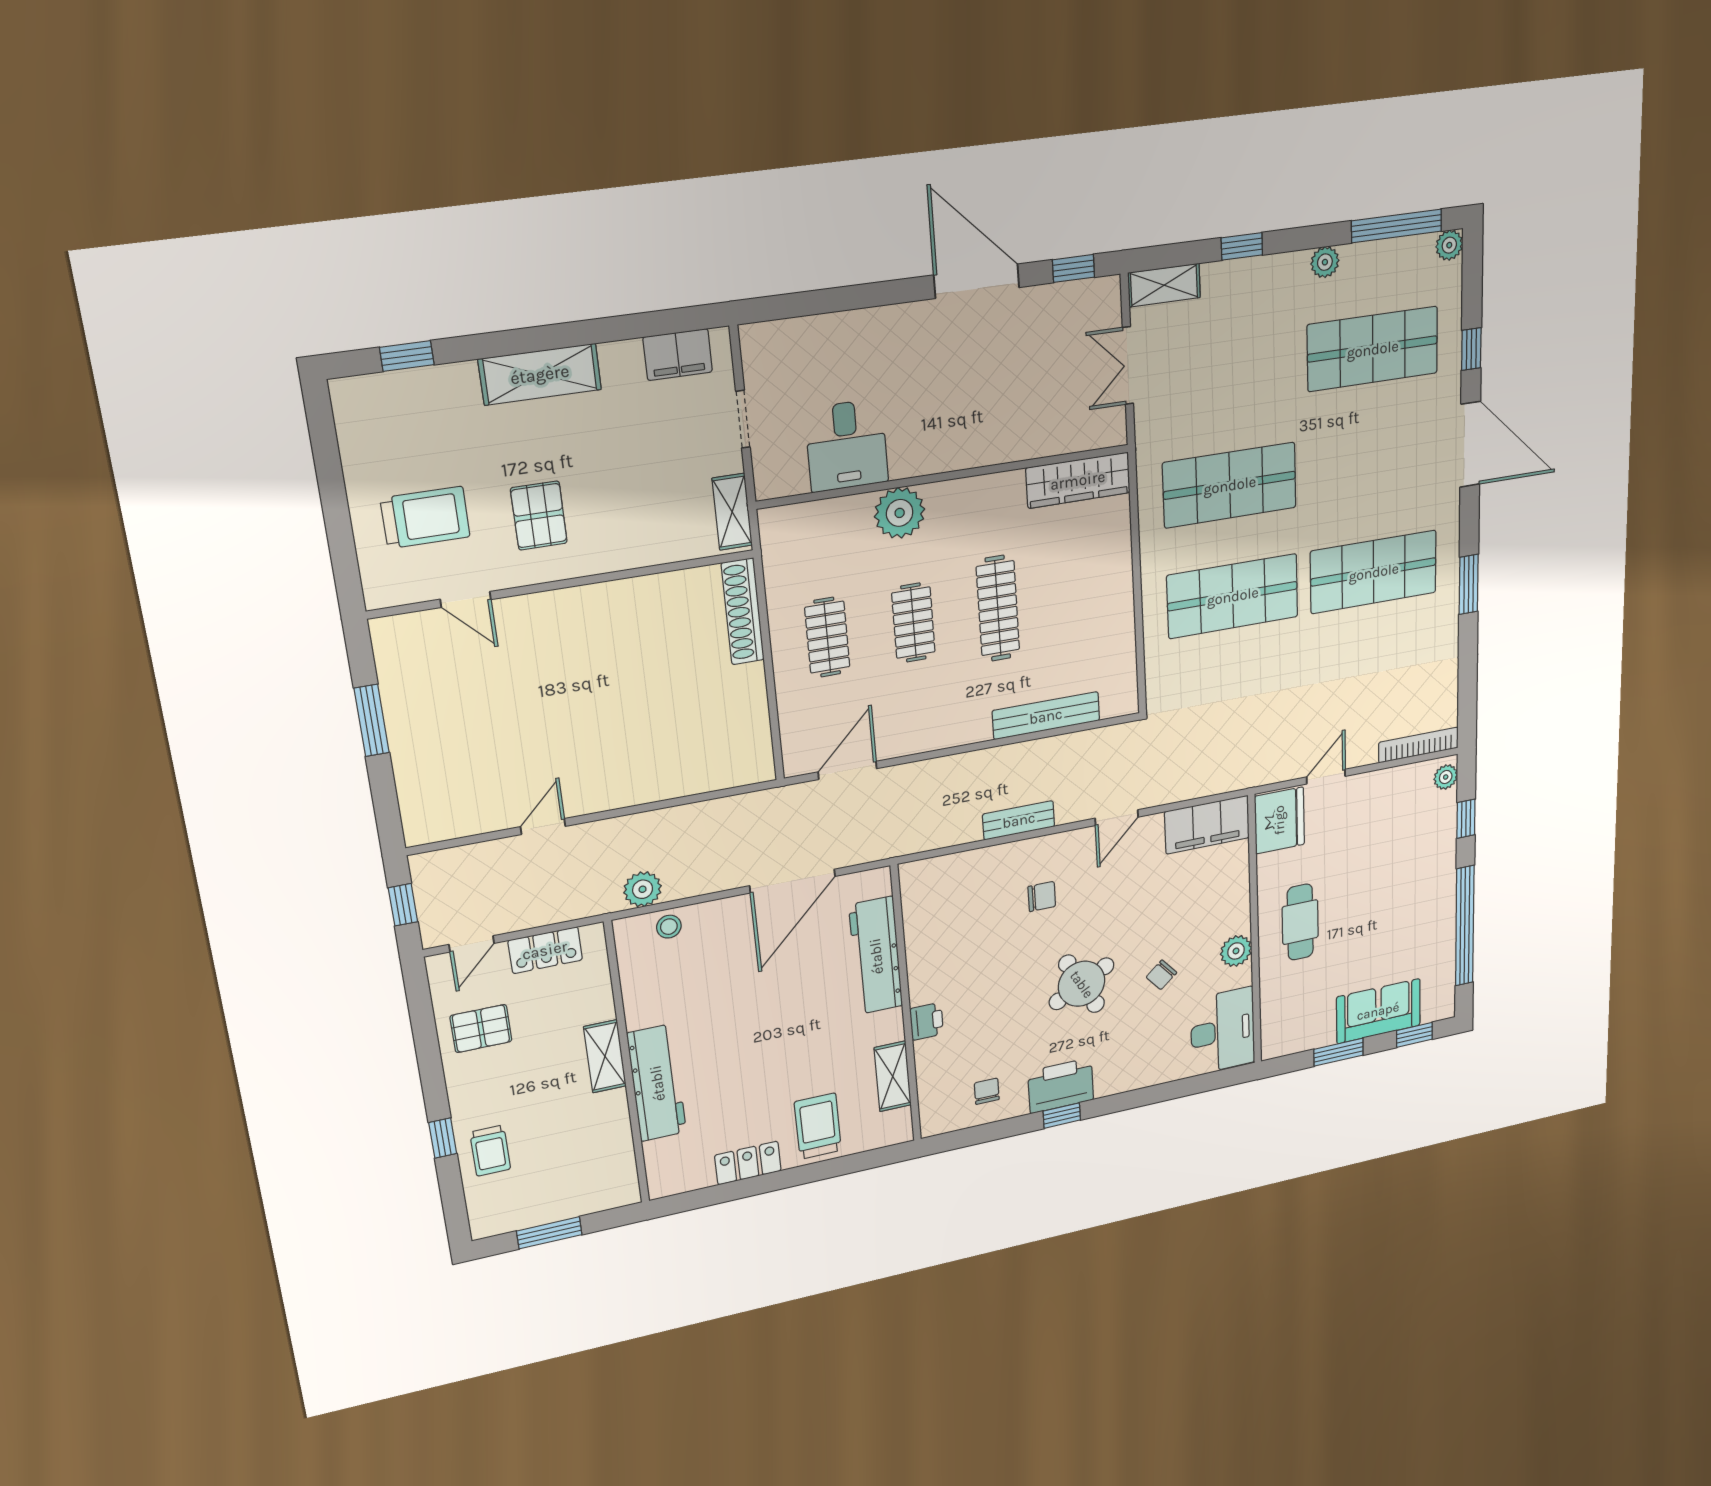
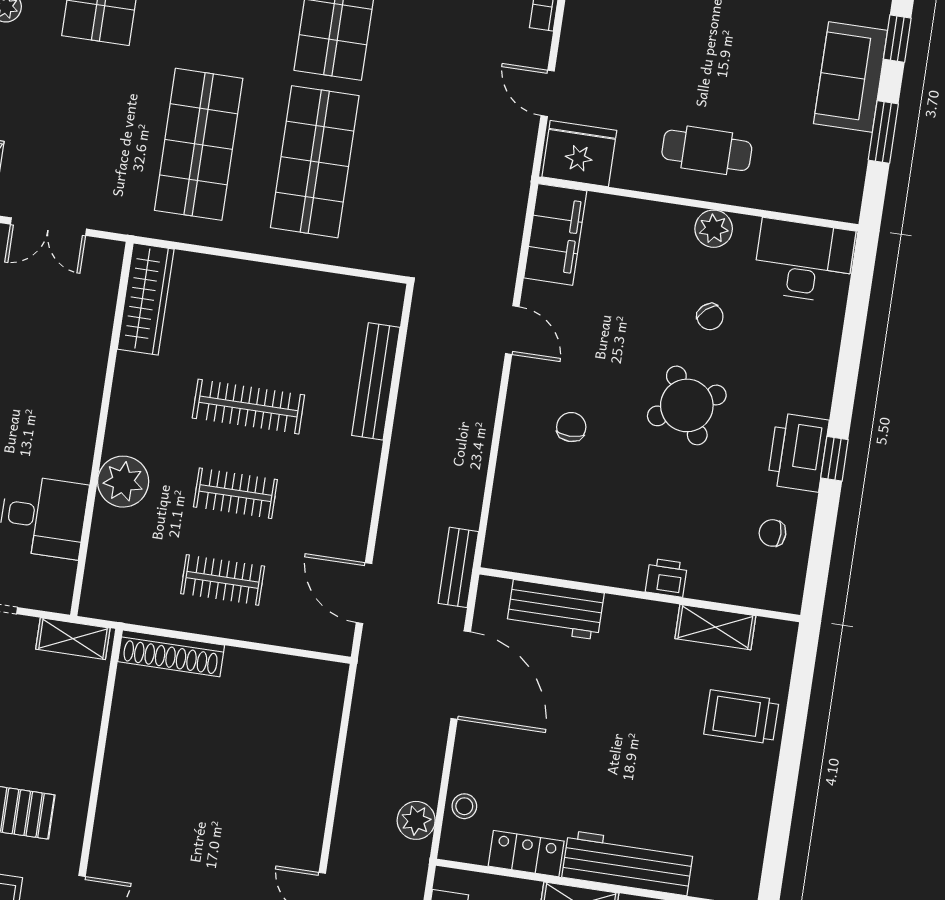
bench: (1019, 820) -> (458, 567), moved
workbench: (876, 956) -> (555, 610), width x0.73
locker: (748, 1163) -> (526, 854), moved, turned 90

